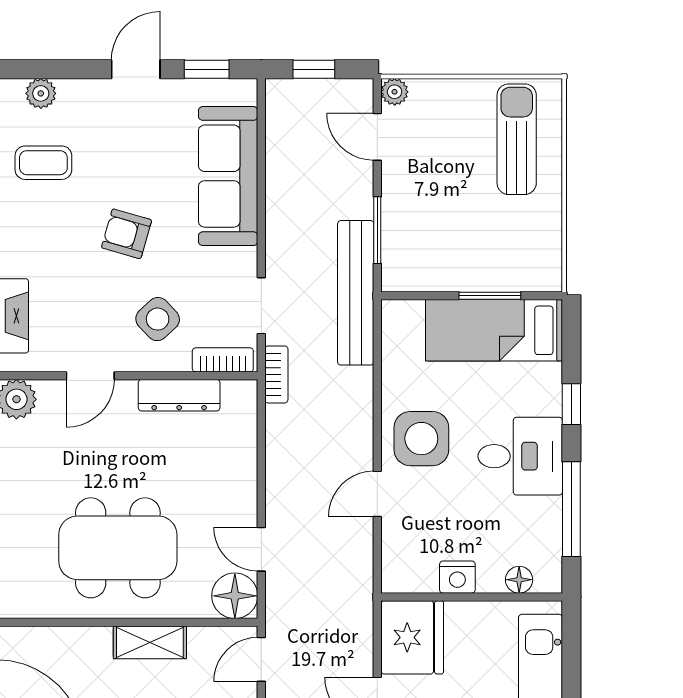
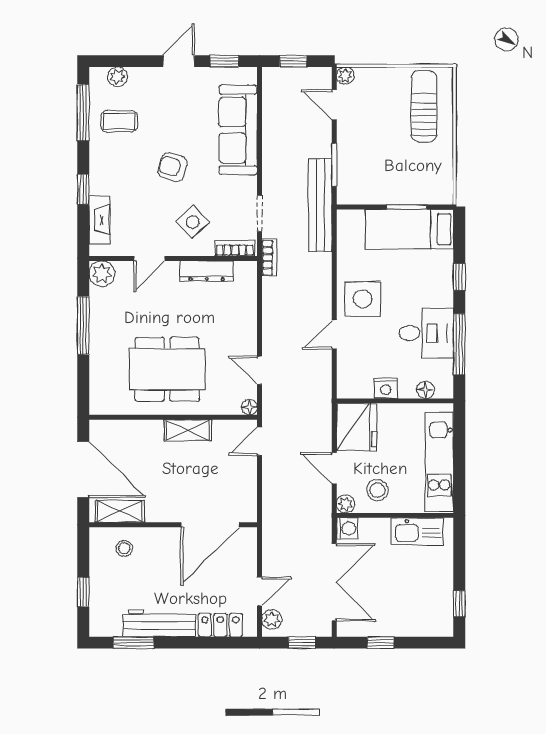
desk: (520, 456) -> (426, 333), moved
floor lamp: (235, 596) -> (249, 407), width x0.53, depth x0.53

